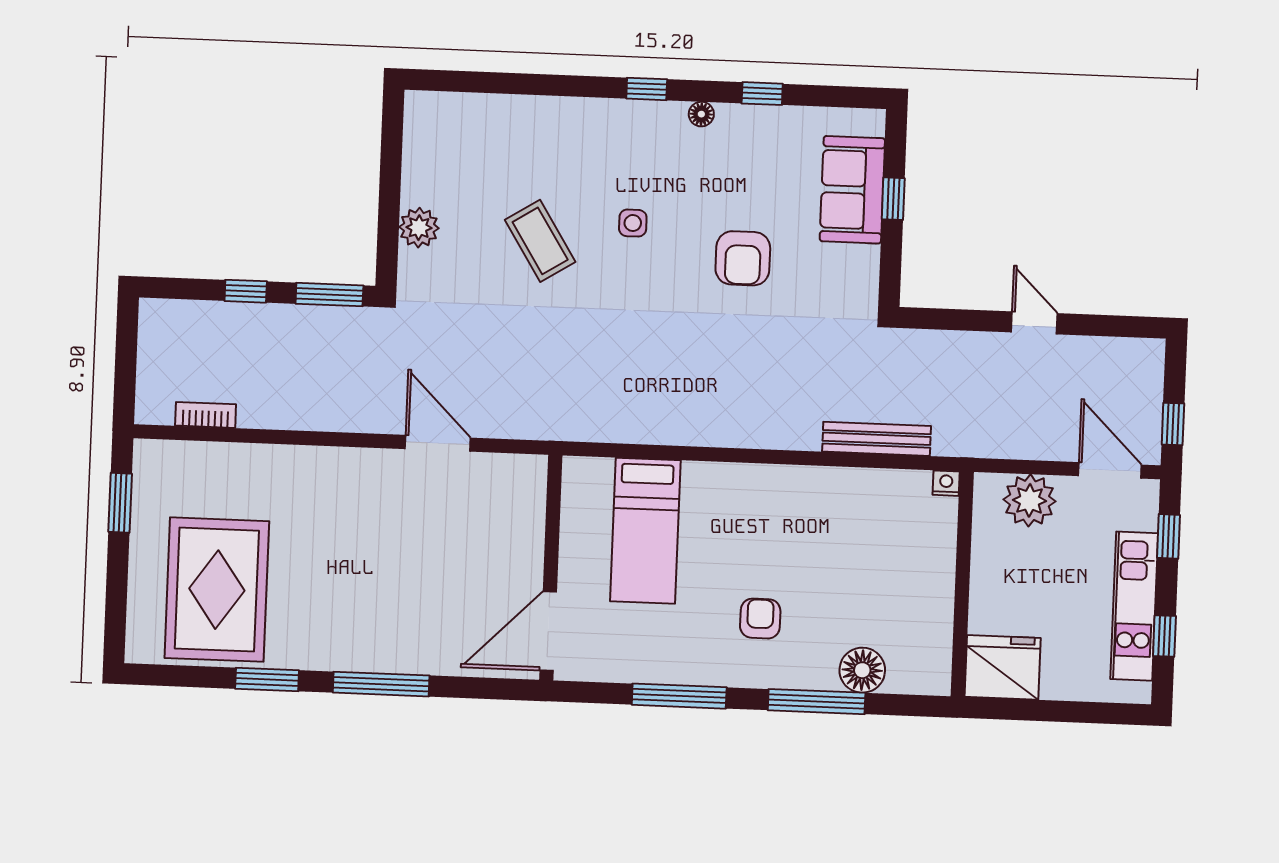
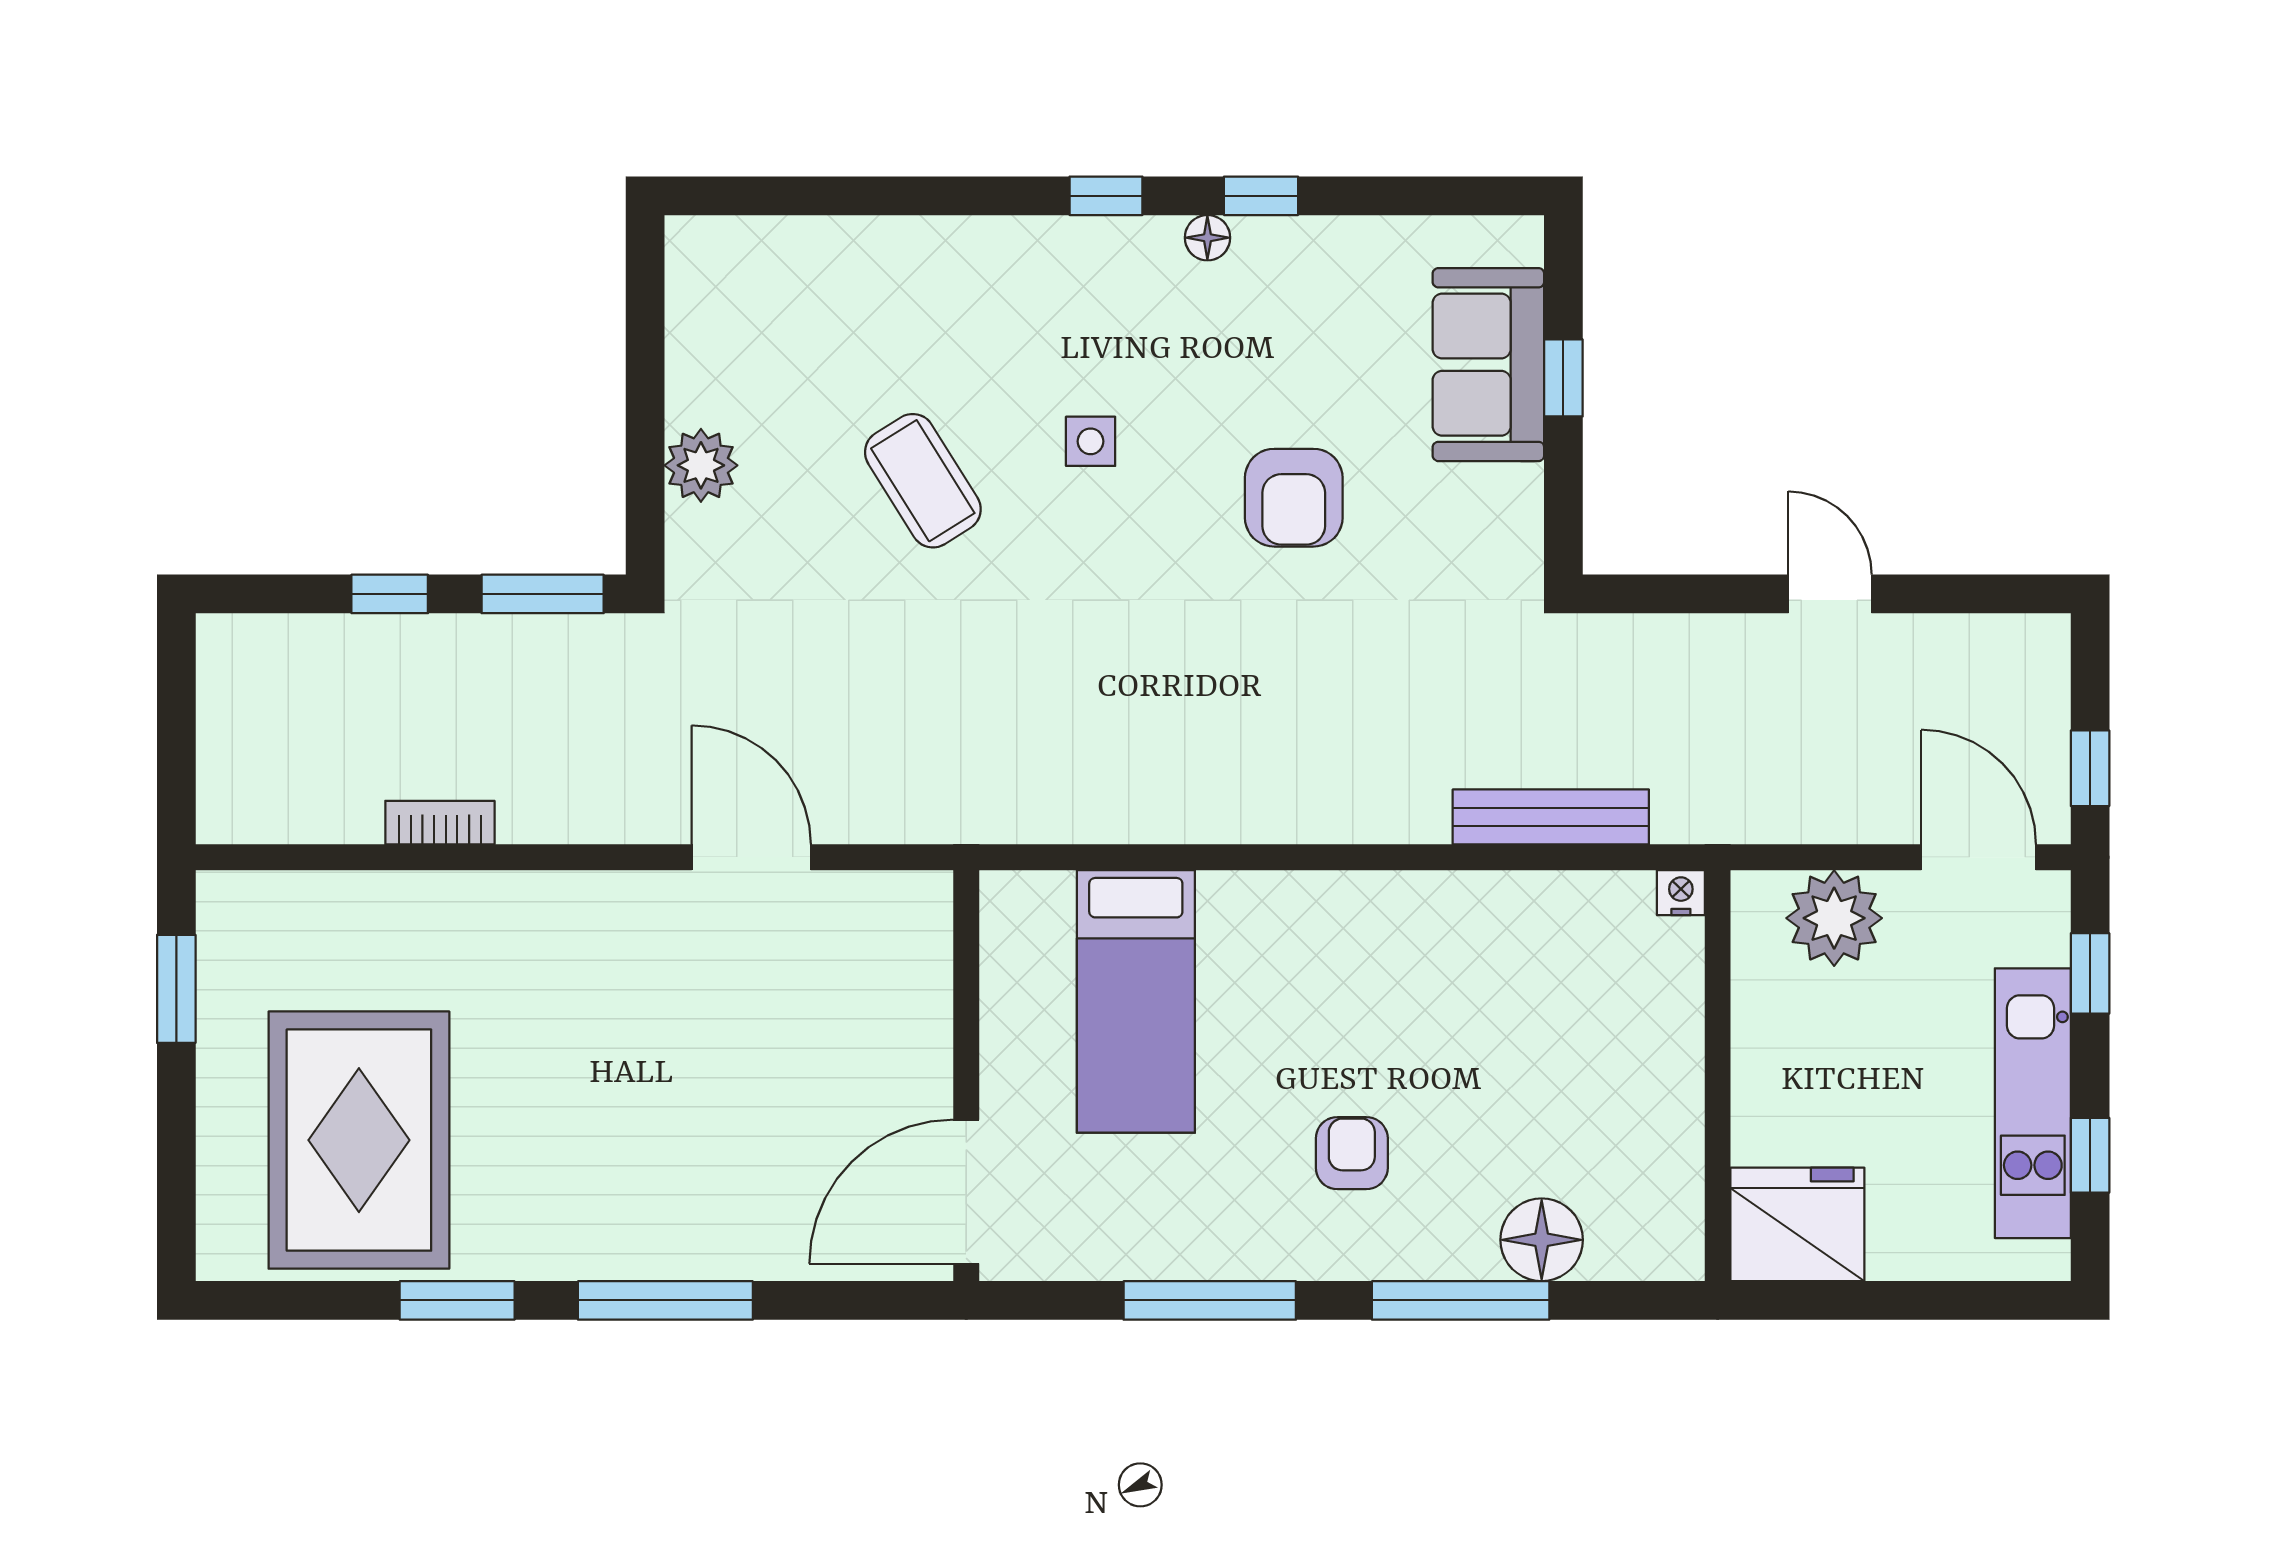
window: (762, 94) -> (1261, 196), moved
bookcase: (206, 415) -> (440, 823), moved

